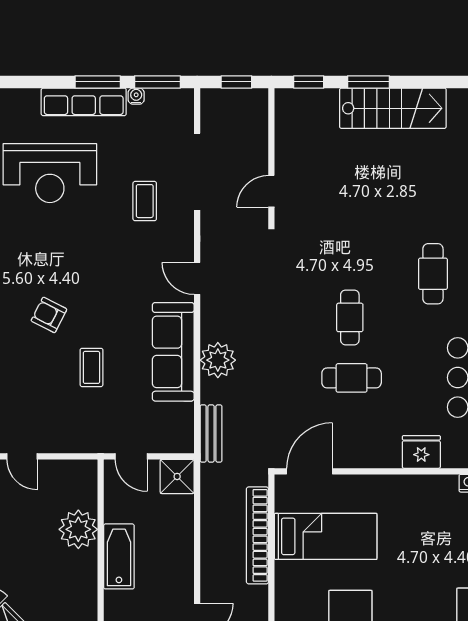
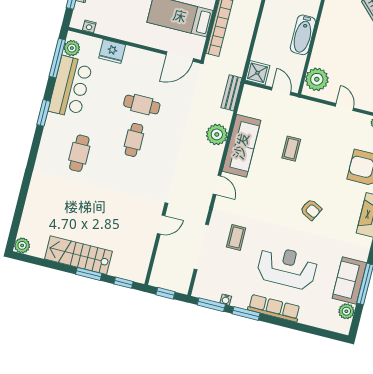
row of seats: (84, 102) -> (274, 308), moved
armchair: (49, 315) -> (311, 210), moved
plant: (78, 529) -> (317, 79), moved

